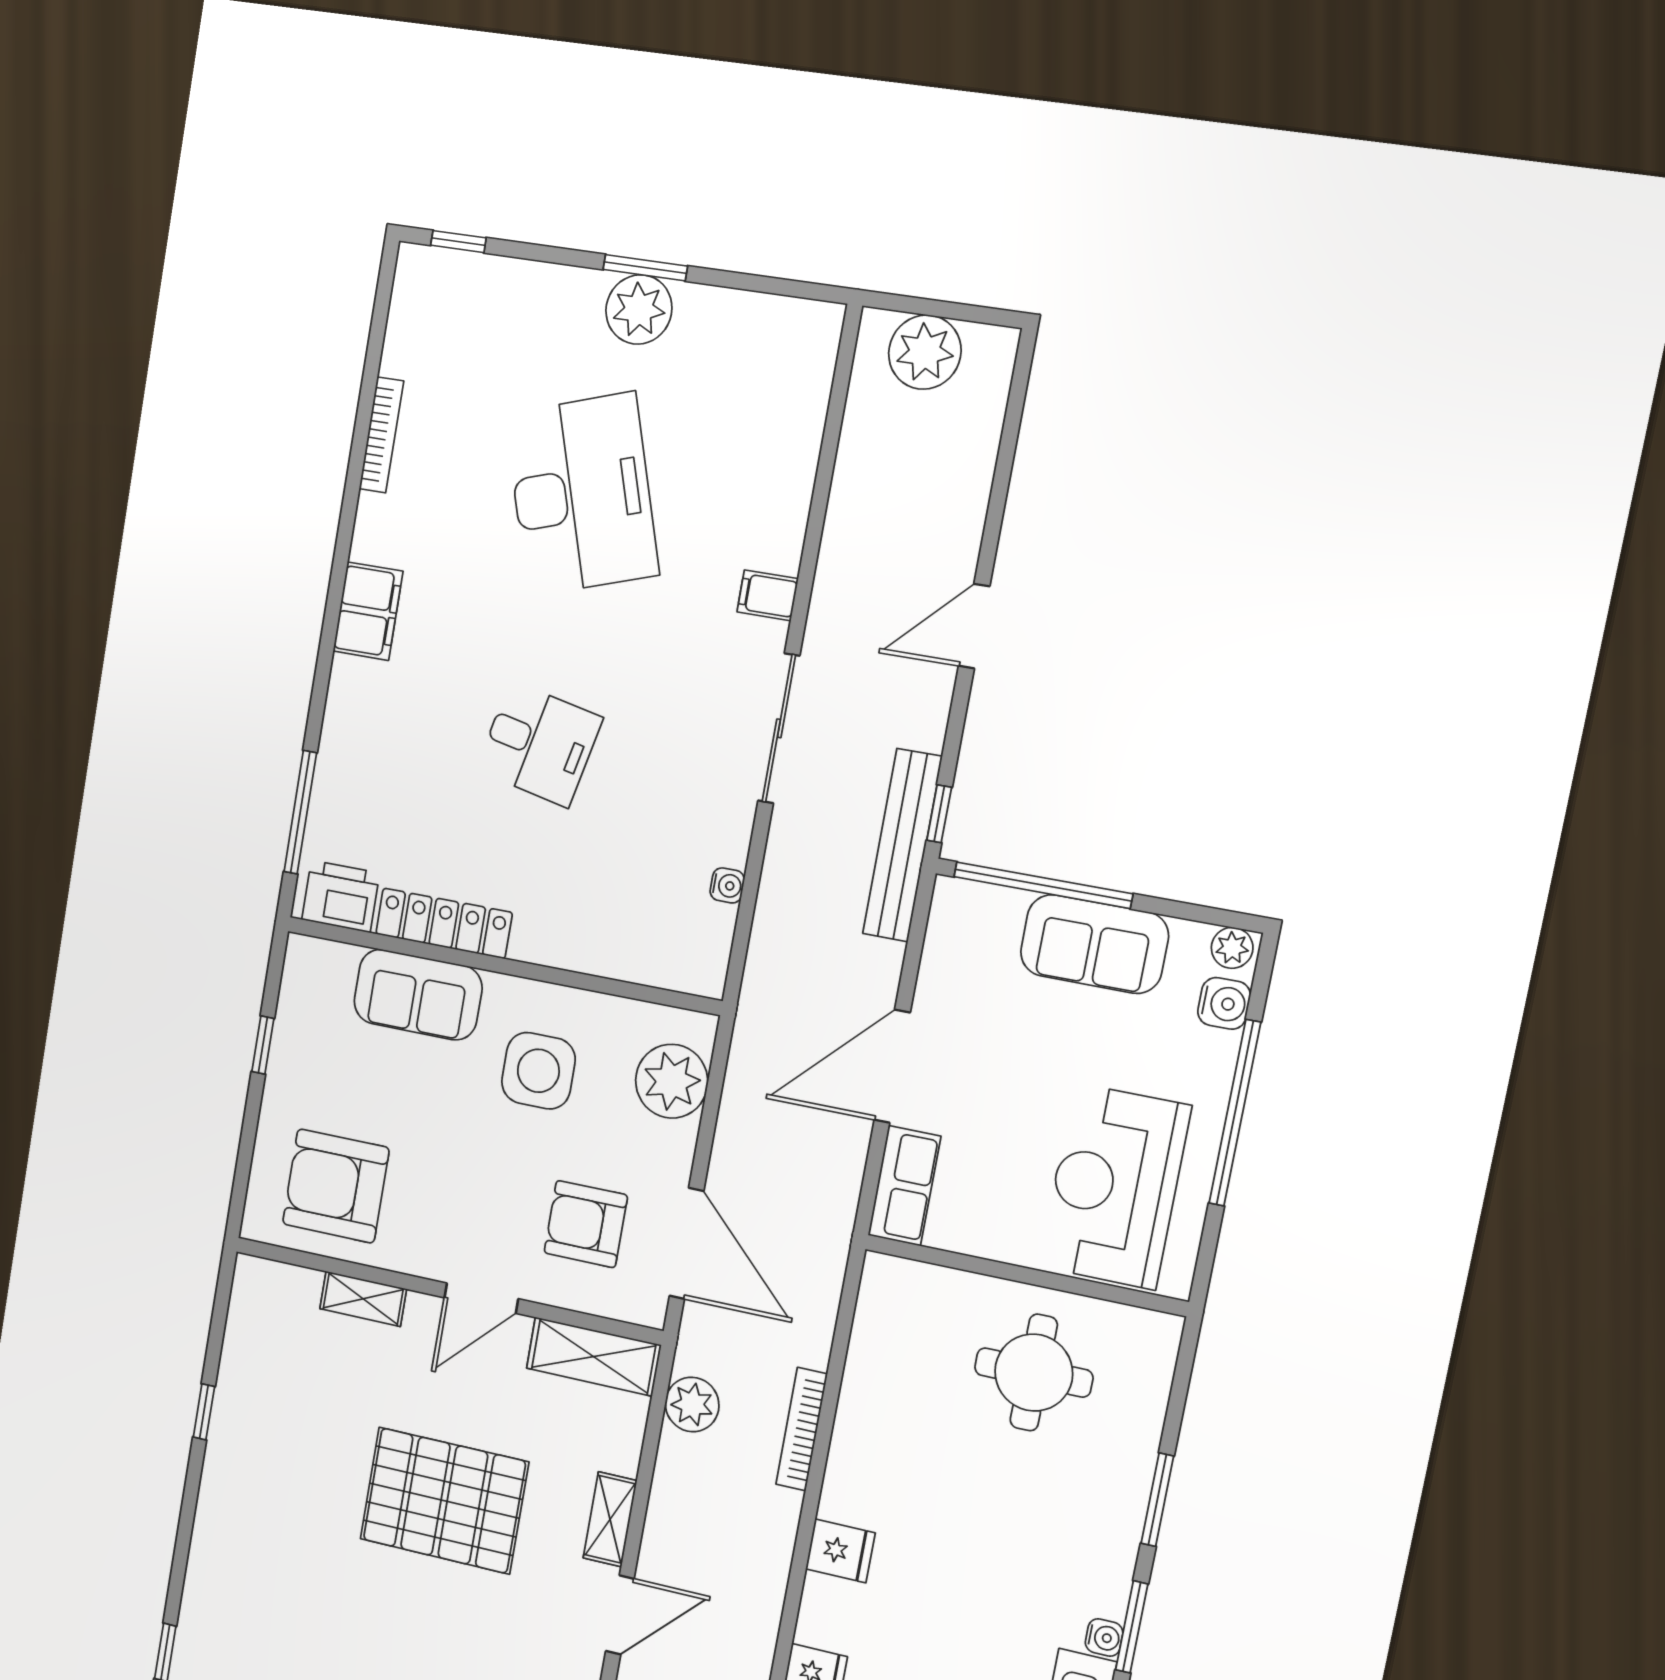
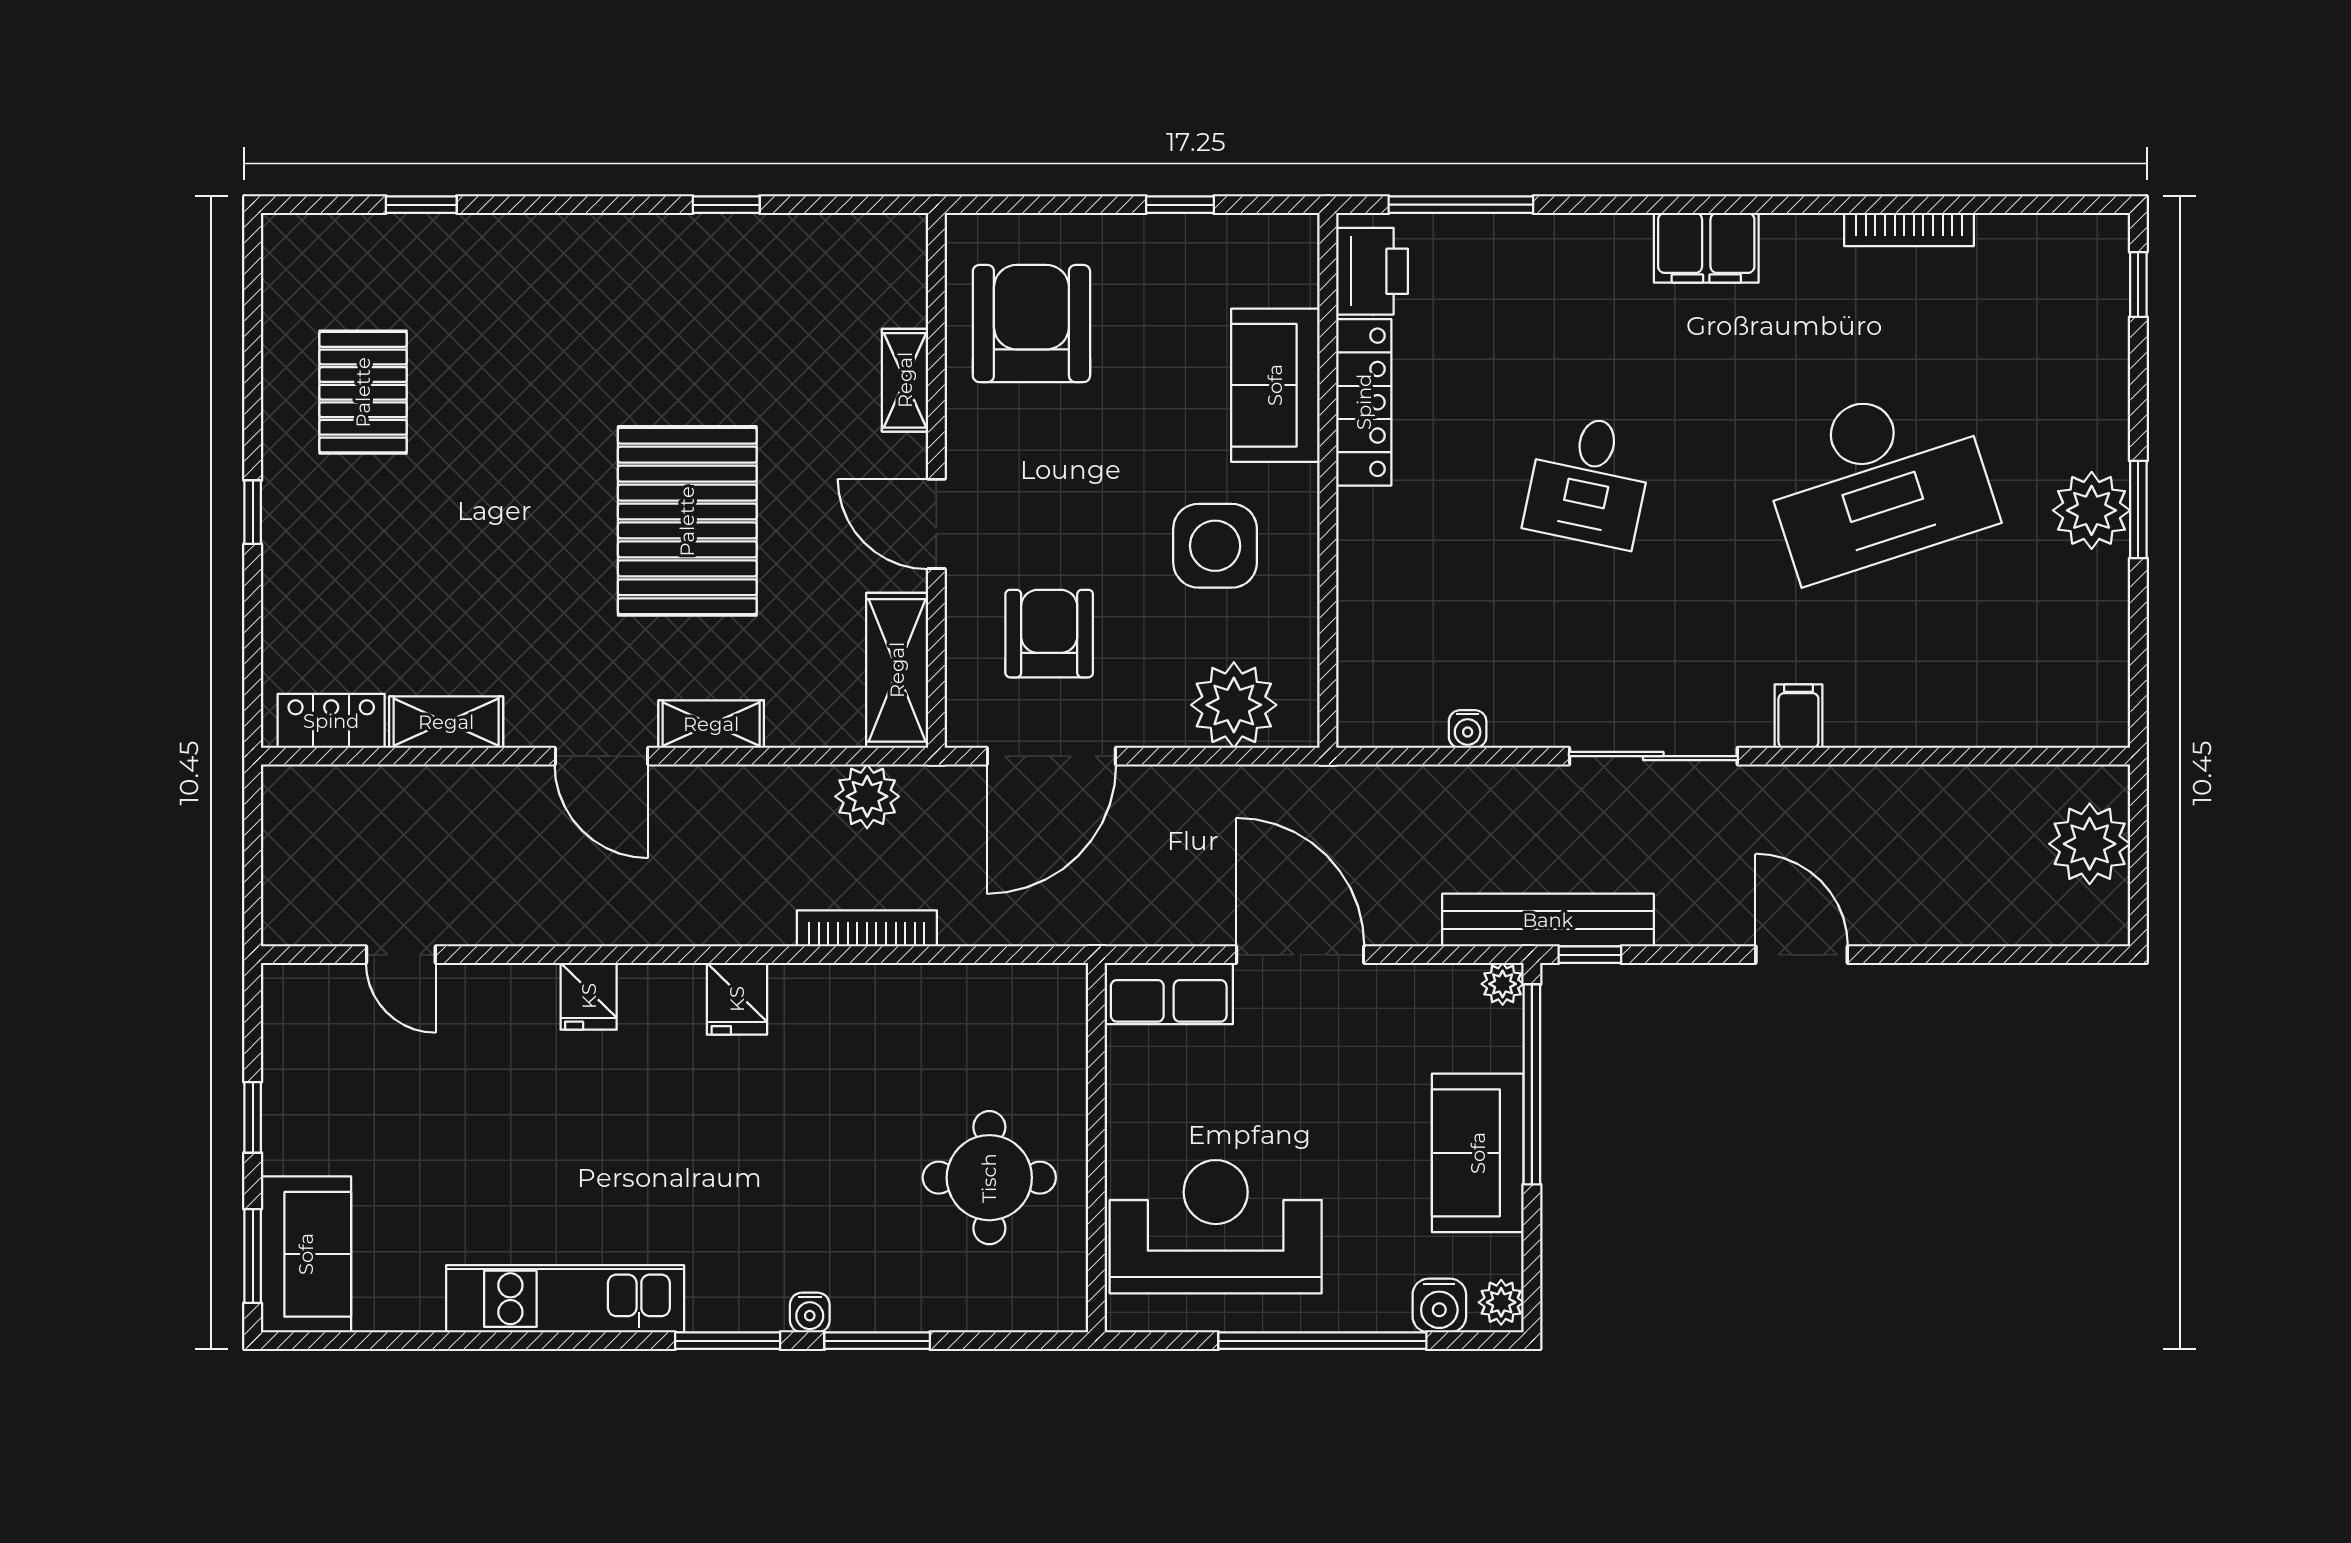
plant: (950, 895) -> (1503, 984), added
water cooler: (1104, 1638) -> (810, 1312), moved

